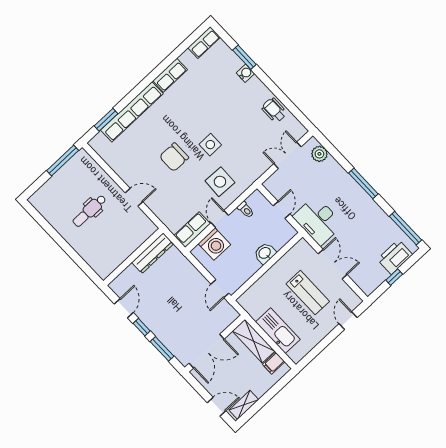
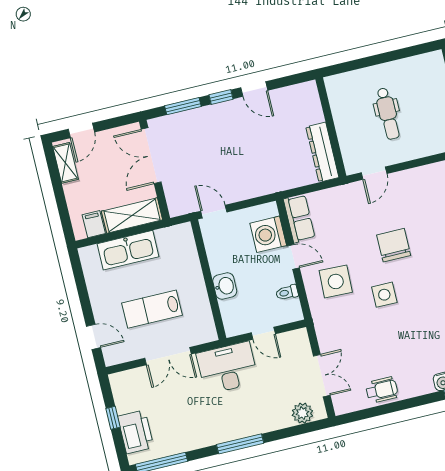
dental chair: (89, 211) -> (388, 114), turned 180
dresser: (153, 253) -> (322, 152), moved
wall: (133, 257) -> (331, 128), moved

